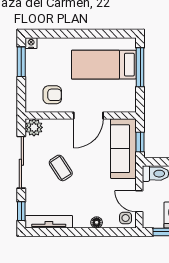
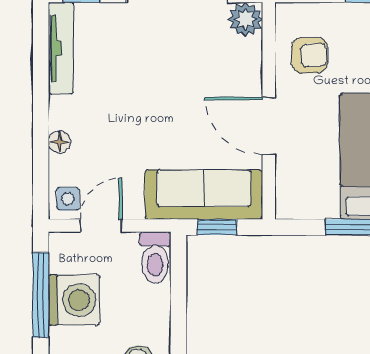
armchair: (52, 95) -> (309, 55), turned -90
coffee table: (61, 168) -> (166, 72), removed

